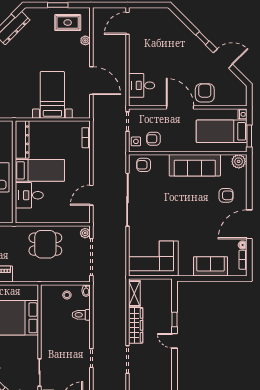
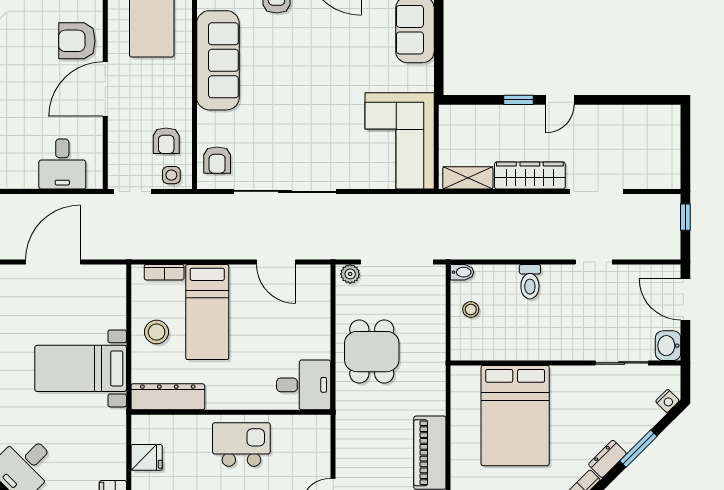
bed with nightstands: (52, 95) -> (81, 368), moved
stool: (55, 134) -> (157, 332), added
bed: (40, 170) -> (207, 312), moved, turned 180
desk: (29, 195) -> (304, 385), moved, turned -90
toilet: (81, 315) -> (530, 282), moved

